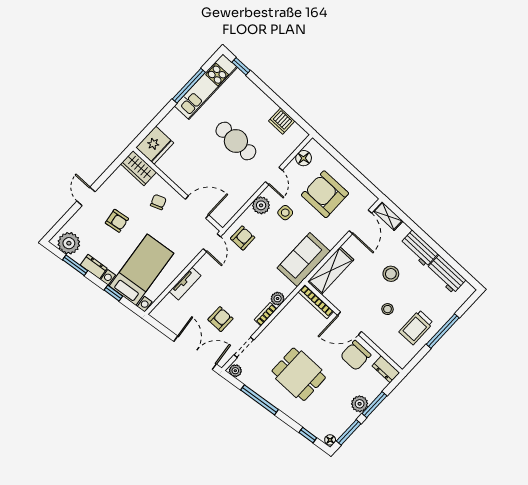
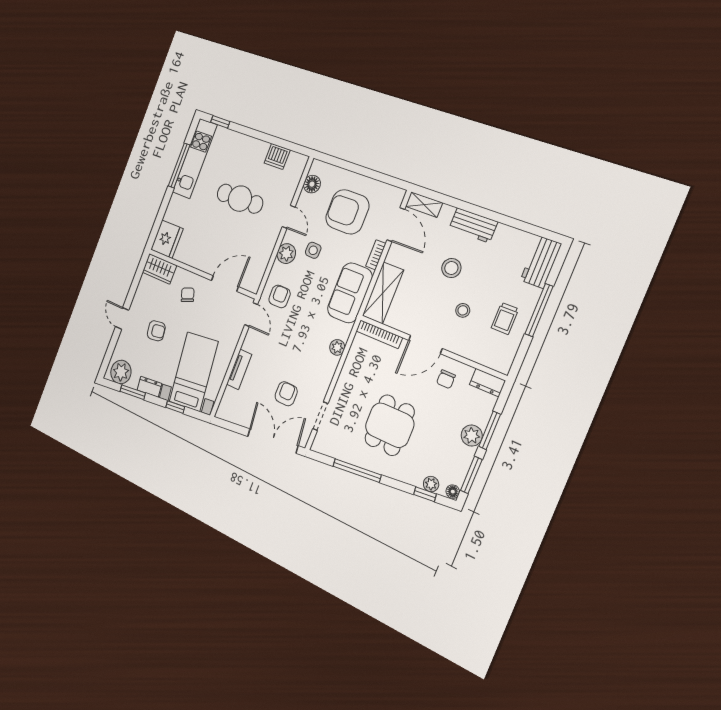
workbench: (446, 274) -> (541, 262), moved, turned 90
bookcase: (266, 314) -> (376, 255), moved
trolley: (416, 327) -> (505, 318), width x0.73, depth x0.72
chair: (356, 355) -> (446, 379), width x0.54, depth x0.54
plant: (235, 371) -> (431, 484), moved
dining table: (299, 374) -> (390, 425), turned 90

